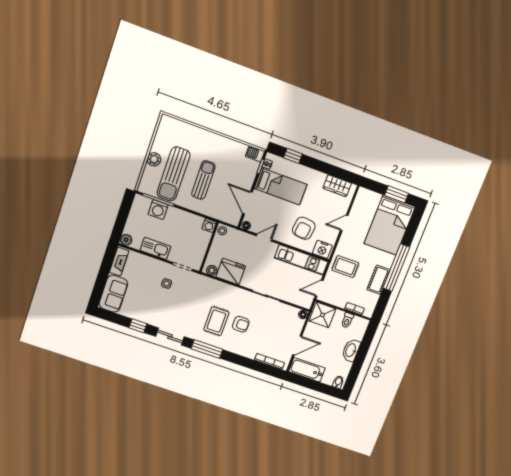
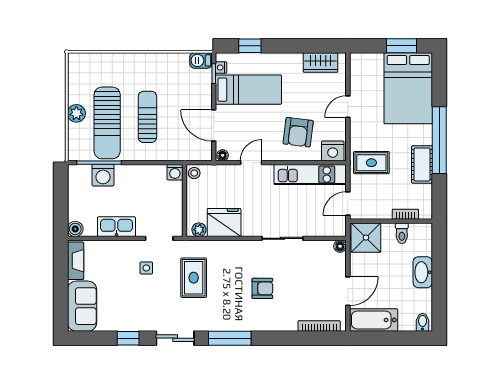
rug: (216, 321) -> (194, 278), moved

